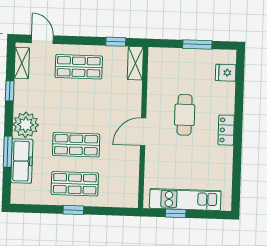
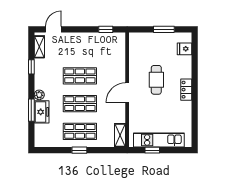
door: (42, 39) -> (53, 29), hinge flipped
shelving: (135, 63) -> (120, 135), moved
shop shelf: (79, 67) -> (80, 76), moved
plant: (26, 125) -> (39, 95), width x0.53, depth x0.53
freezer: (22, 161) -> (42, 112), width x0.71

